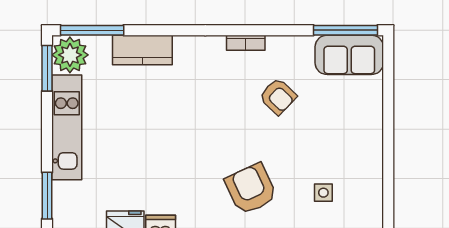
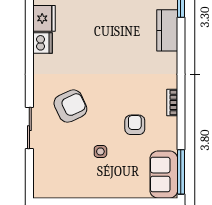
armchair: (278, 96) -> (135, 125), turned 136
side table: (323, 193) -> (100, 151), moved

